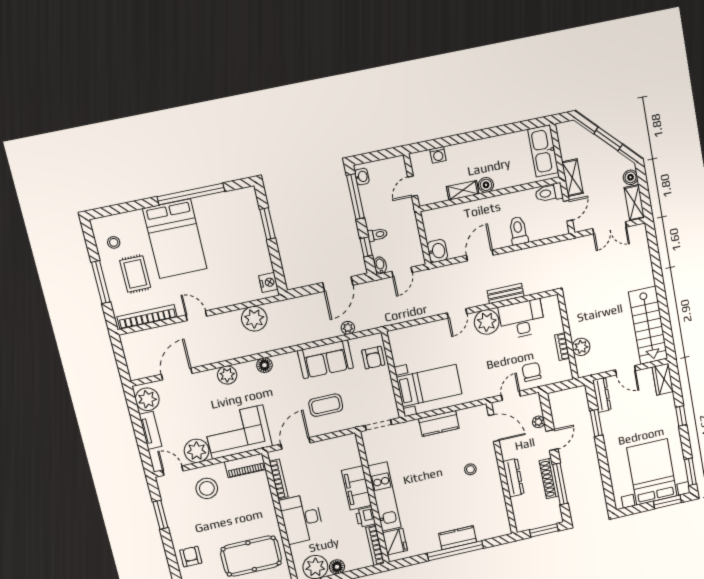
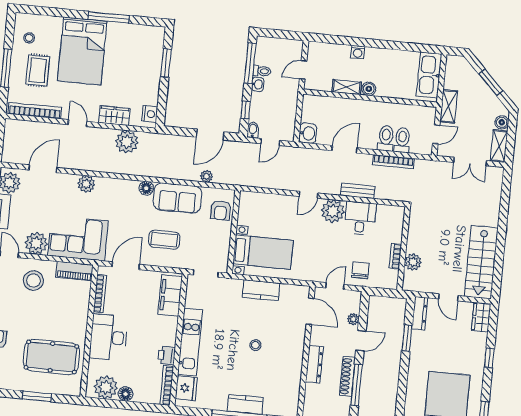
washing machine: (438, 155) -> (358, 52), moved
washbasin: (362, 177) -> (258, 84), moved
toilet: (549, 193) -> (402, 140), moved, turned 90
window: (191, 194) -> (109, 17), width x0.68
toilet: (377, 235) -> (262, 71), moved
bookcase: (533, 252) -> (393, 162), added
wardrobe: (232, 296) -> (114, 116), added
desk: (522, 319) -> (360, 218), width x0.73
floor lamp: (264, 365) -> (146, 188), moved
stool: (470, 469) -> (255, 345), moved
filing cabinet: (356, 488) -> (170, 295), moved

